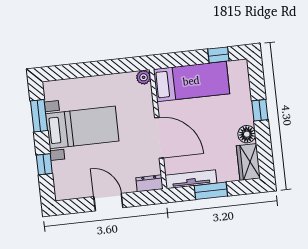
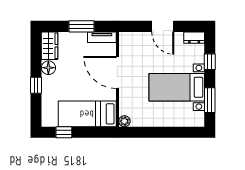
tv unit: (191, 179) -> (102, 37), width x0.71
dresser: (149, 183) -> (194, 38), moved

